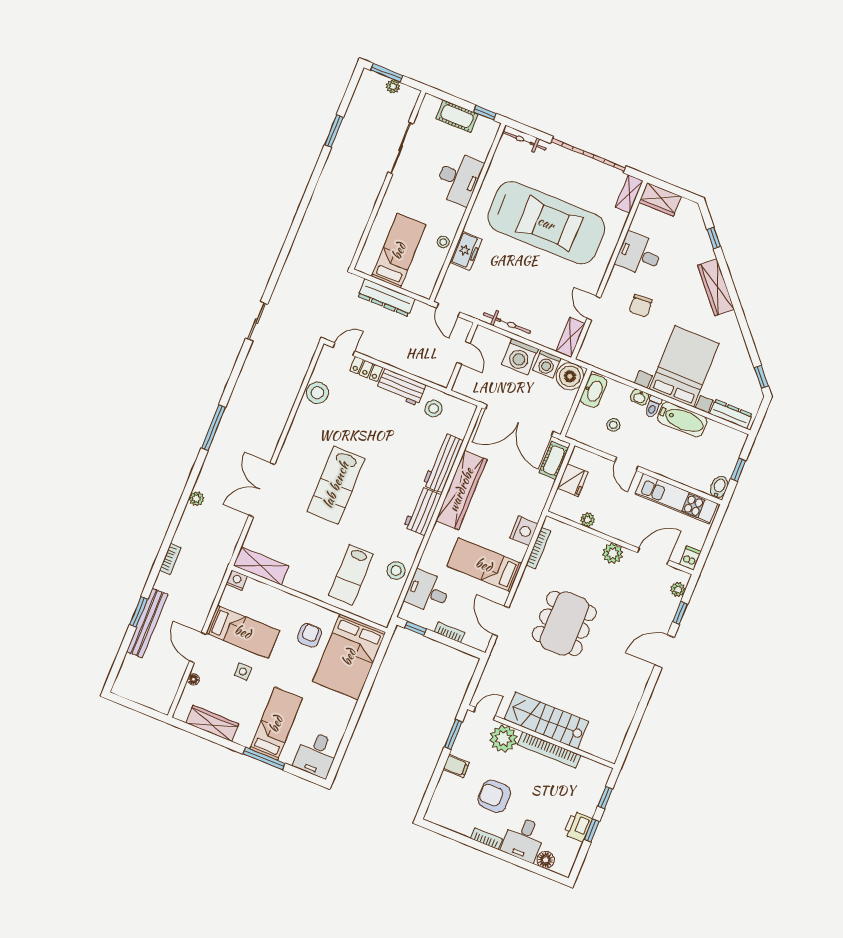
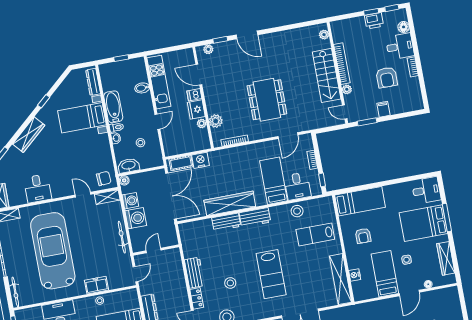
chair: (641, 306) -> (104, 178), moved
door: (594, 308) -> (83, 195), swing flipped
bed with nightstands: (684, 366) -> (82, 118), width x0.73
boiler: (570, 376) -> (124, 180), width x0.54, depth x0.54
window: (761, 377) -> (44, 101), moved
stool: (434, 409) -> (230, 283), moved
workbench: (443, 463) -> (226, 222), width x0.73
fridge: (573, 480) -> (196, 109), moved, turned -90
lab bench: (336, 485) -> (271, 274), turned 90
bidet: (719, 487) -> (142, 88), moved
nightstand: (524, 531) -> (201, 160), moved
plant: (613, 553) -> (216, 121), moved
dishwasher: (690, 558) -> (194, 95), moved
bed: (484, 565) -> (273, 181), moved, turned 180
shelving: (261, 566) -> (341, 279), width x1.47
lab bench: (351, 575) -> (315, 234), turned 180
nightstand: (237, 580) -> (355, 275), moved
dining table: (564, 623) -> (267, 100), turned 90
armchair: (310, 635) -> (363, 236), turned -90
bed: (349, 657) -> (360, 201), width x0.67
bed: (276, 724) -> (423, 223), width x1.50
plant: (503, 739) -> (347, 89), width x0.53, depth x0.53
plant: (601, 751) -> (324, 35), added
window: (605, 798) -> (392, 8), moved

